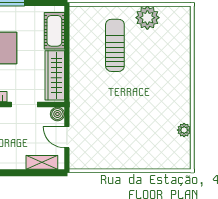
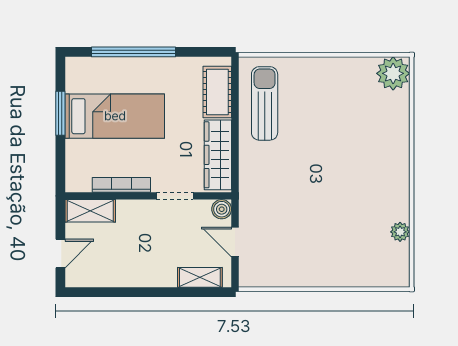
plant: (147, 18) -> (393, 73), moved
sun lounger: (115, 45) -> (265, 103), moved

